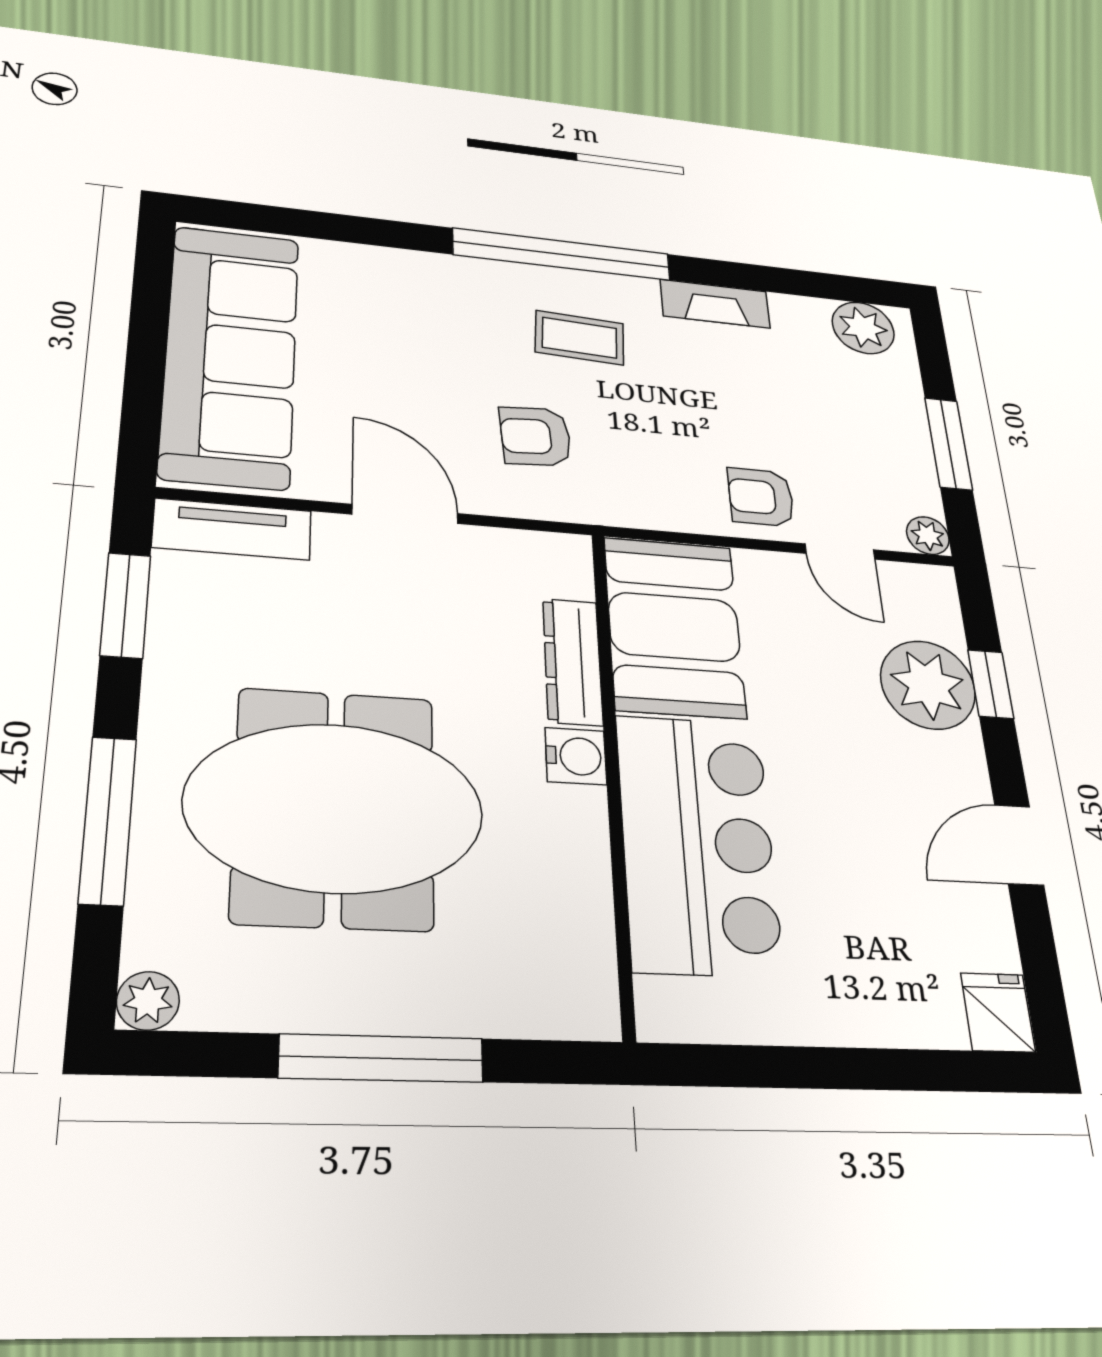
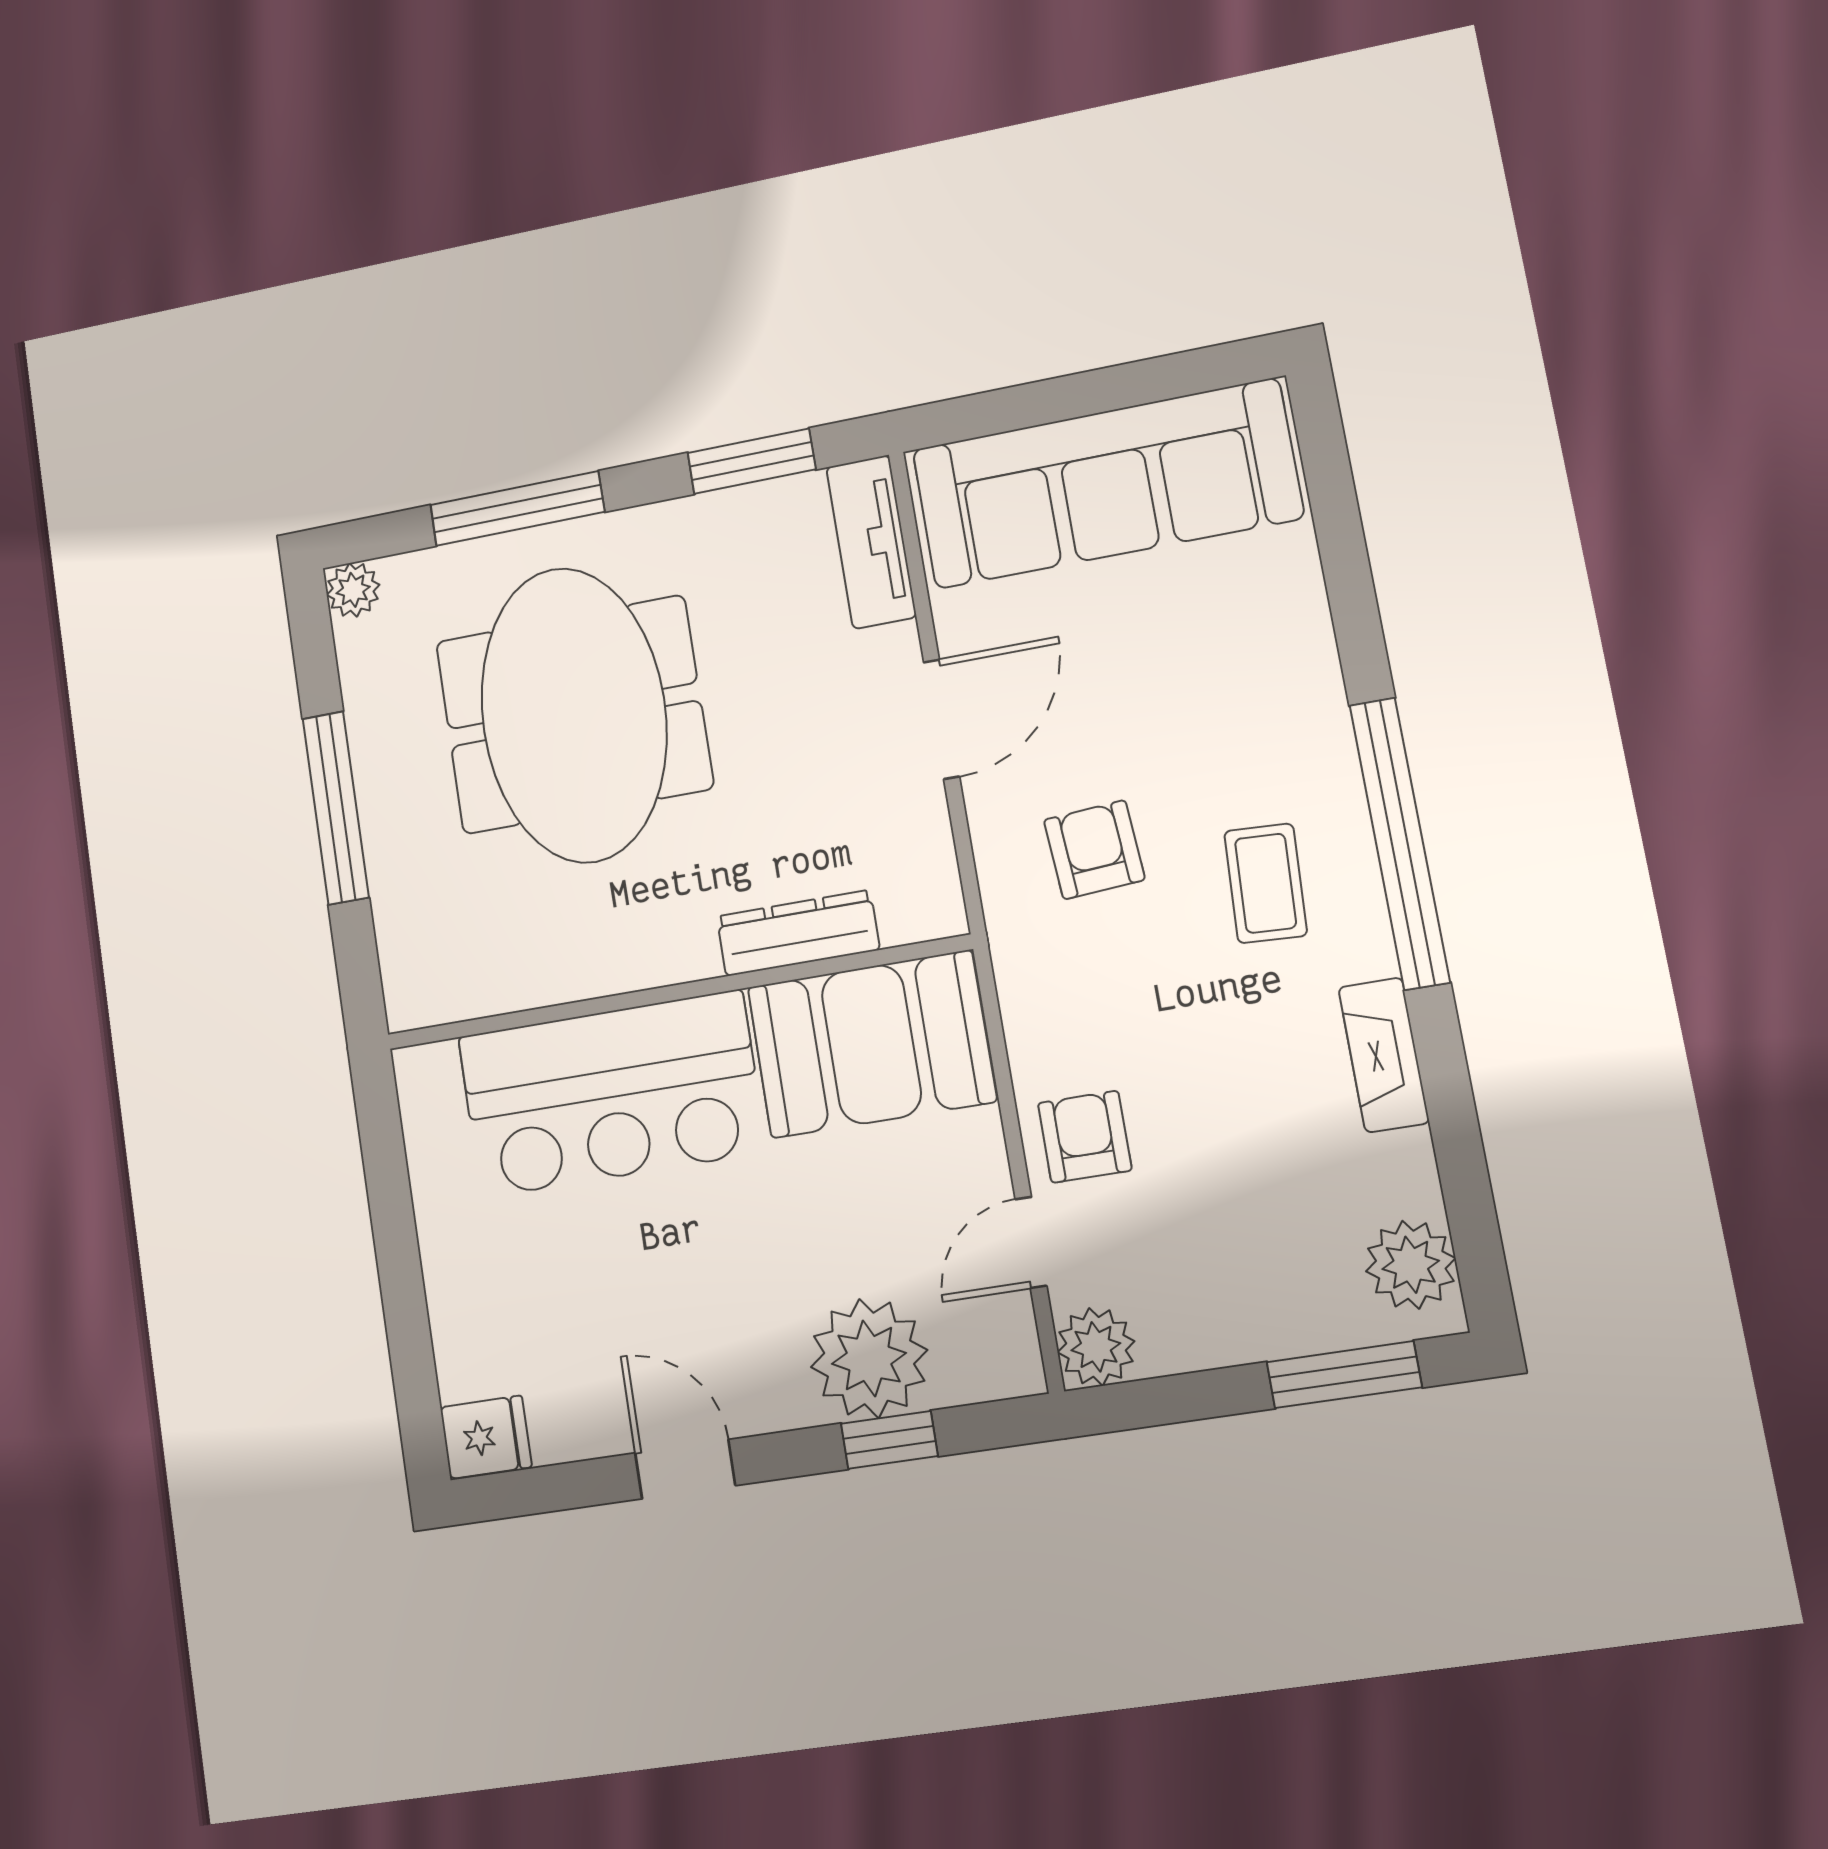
window: (948, 444) -> (1344, 1375), moved
plant: (928, 536) -> (1096, 1347), width x1.38, depth x1.38
water cooler: (576, 756) -> (684, 951), removed

